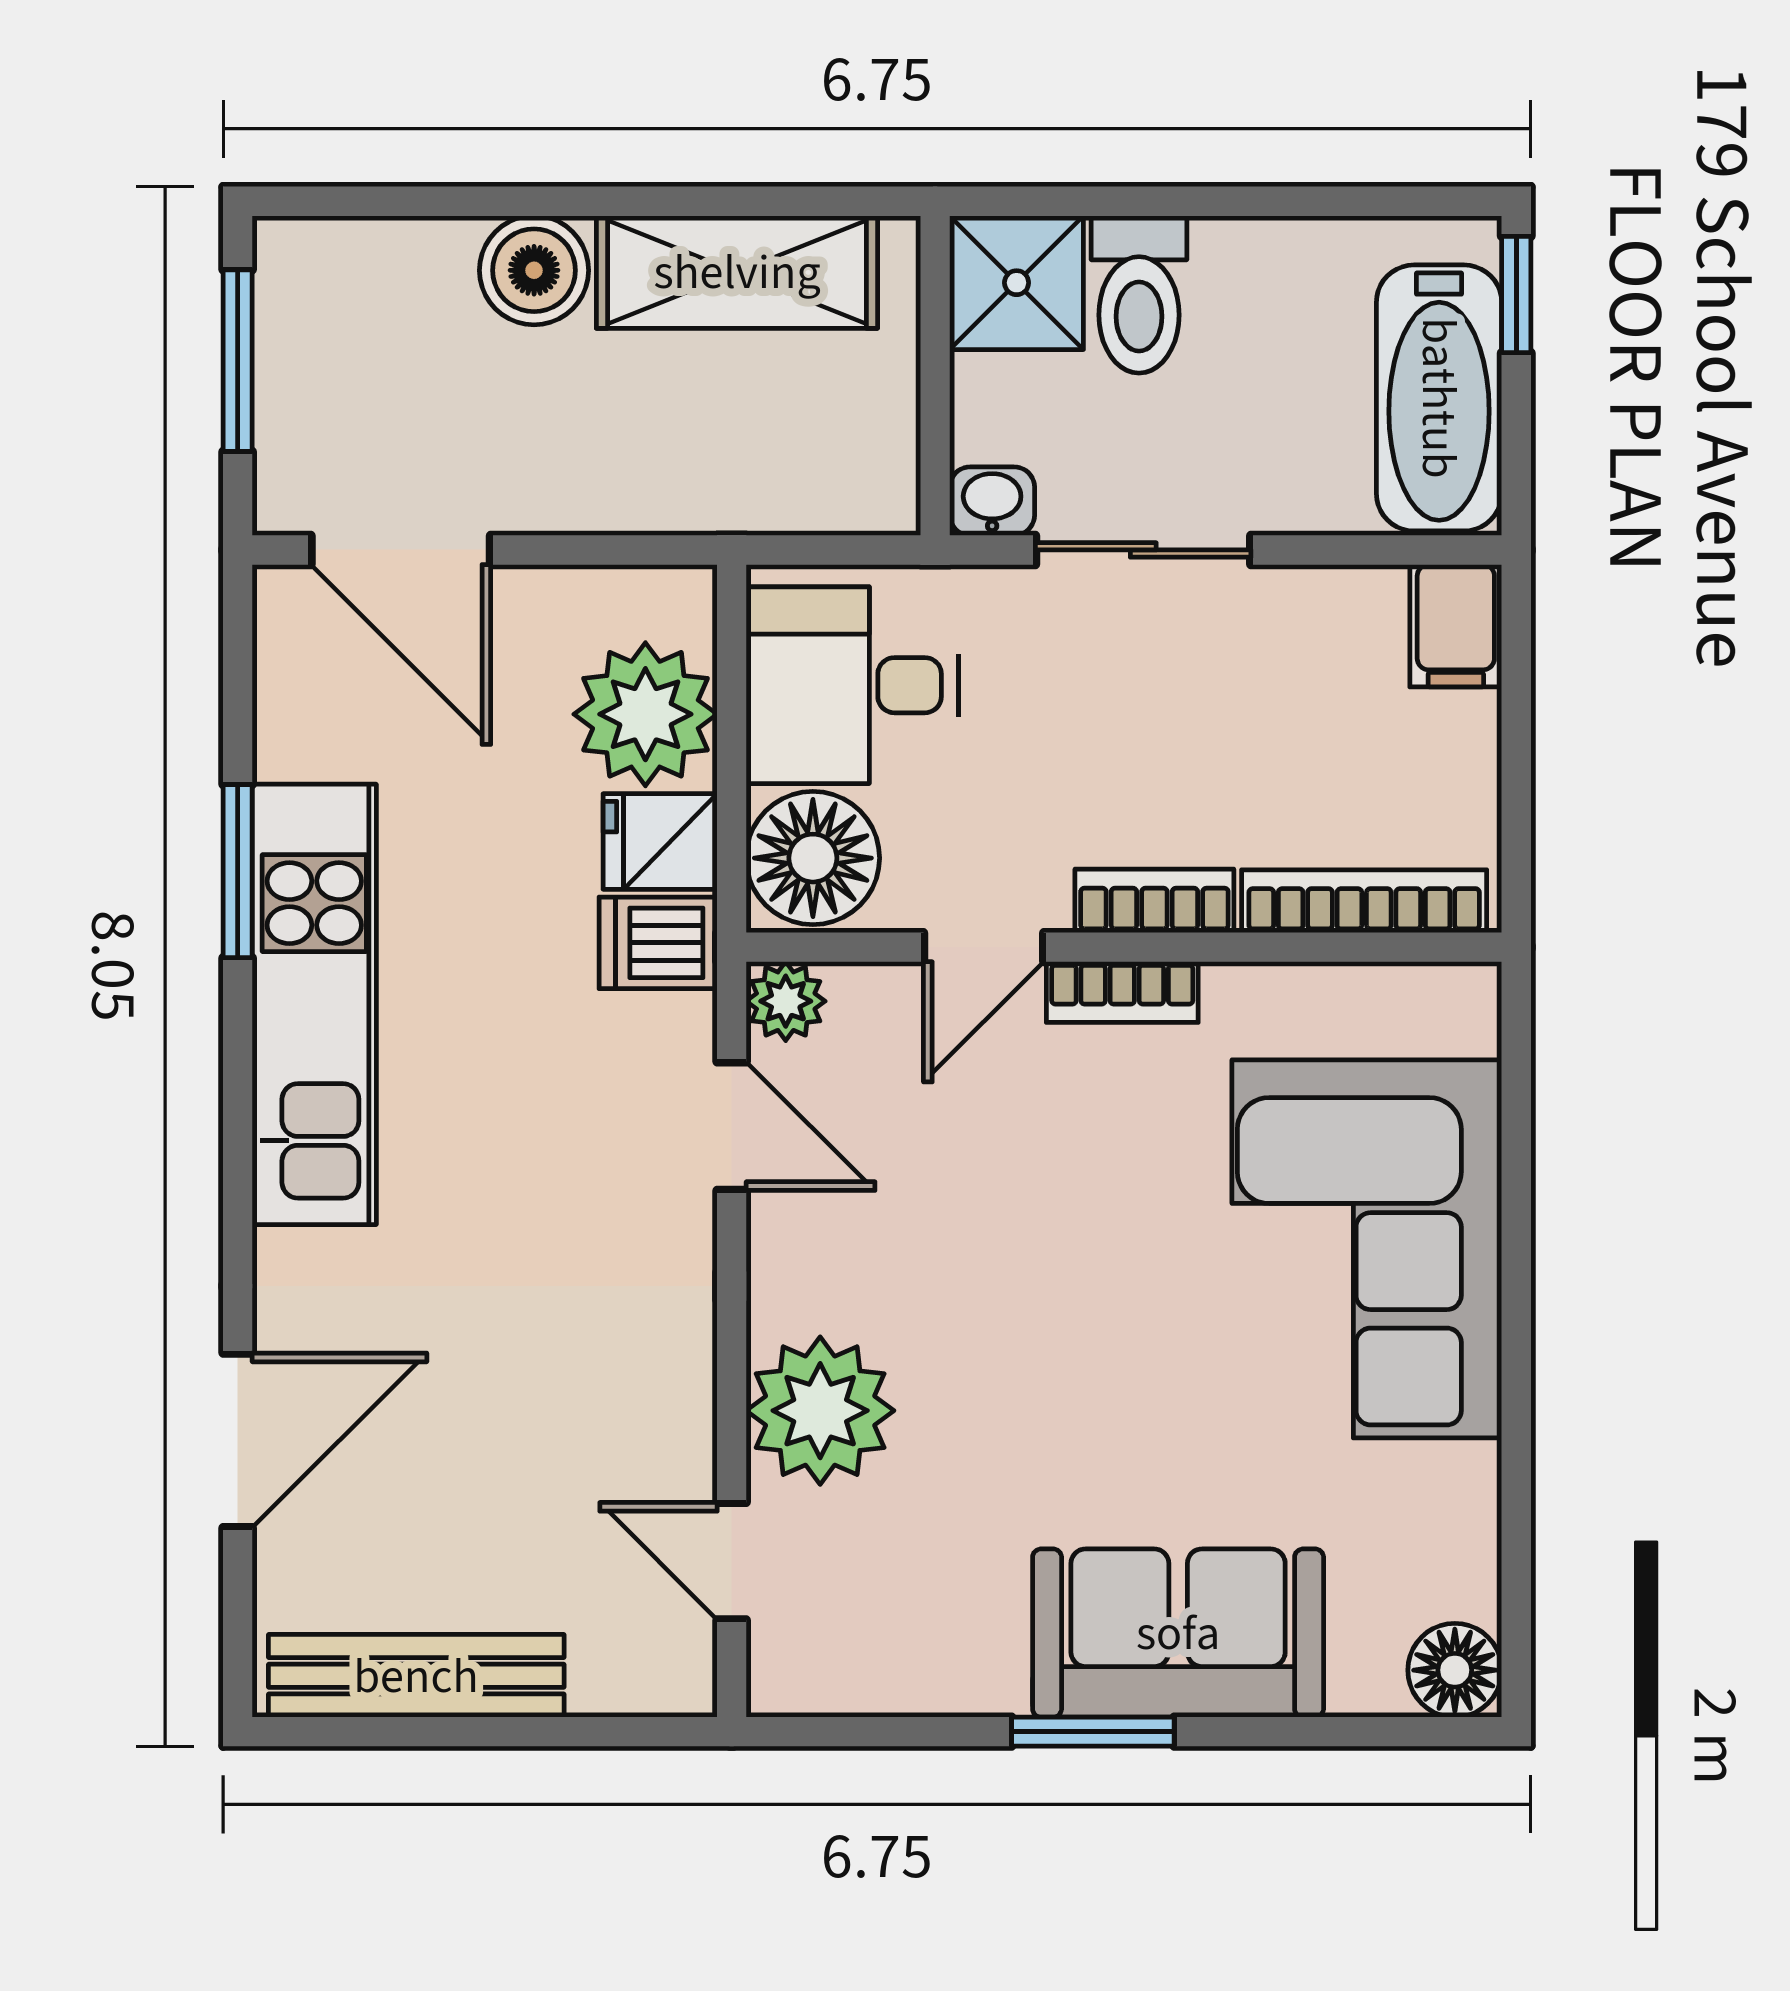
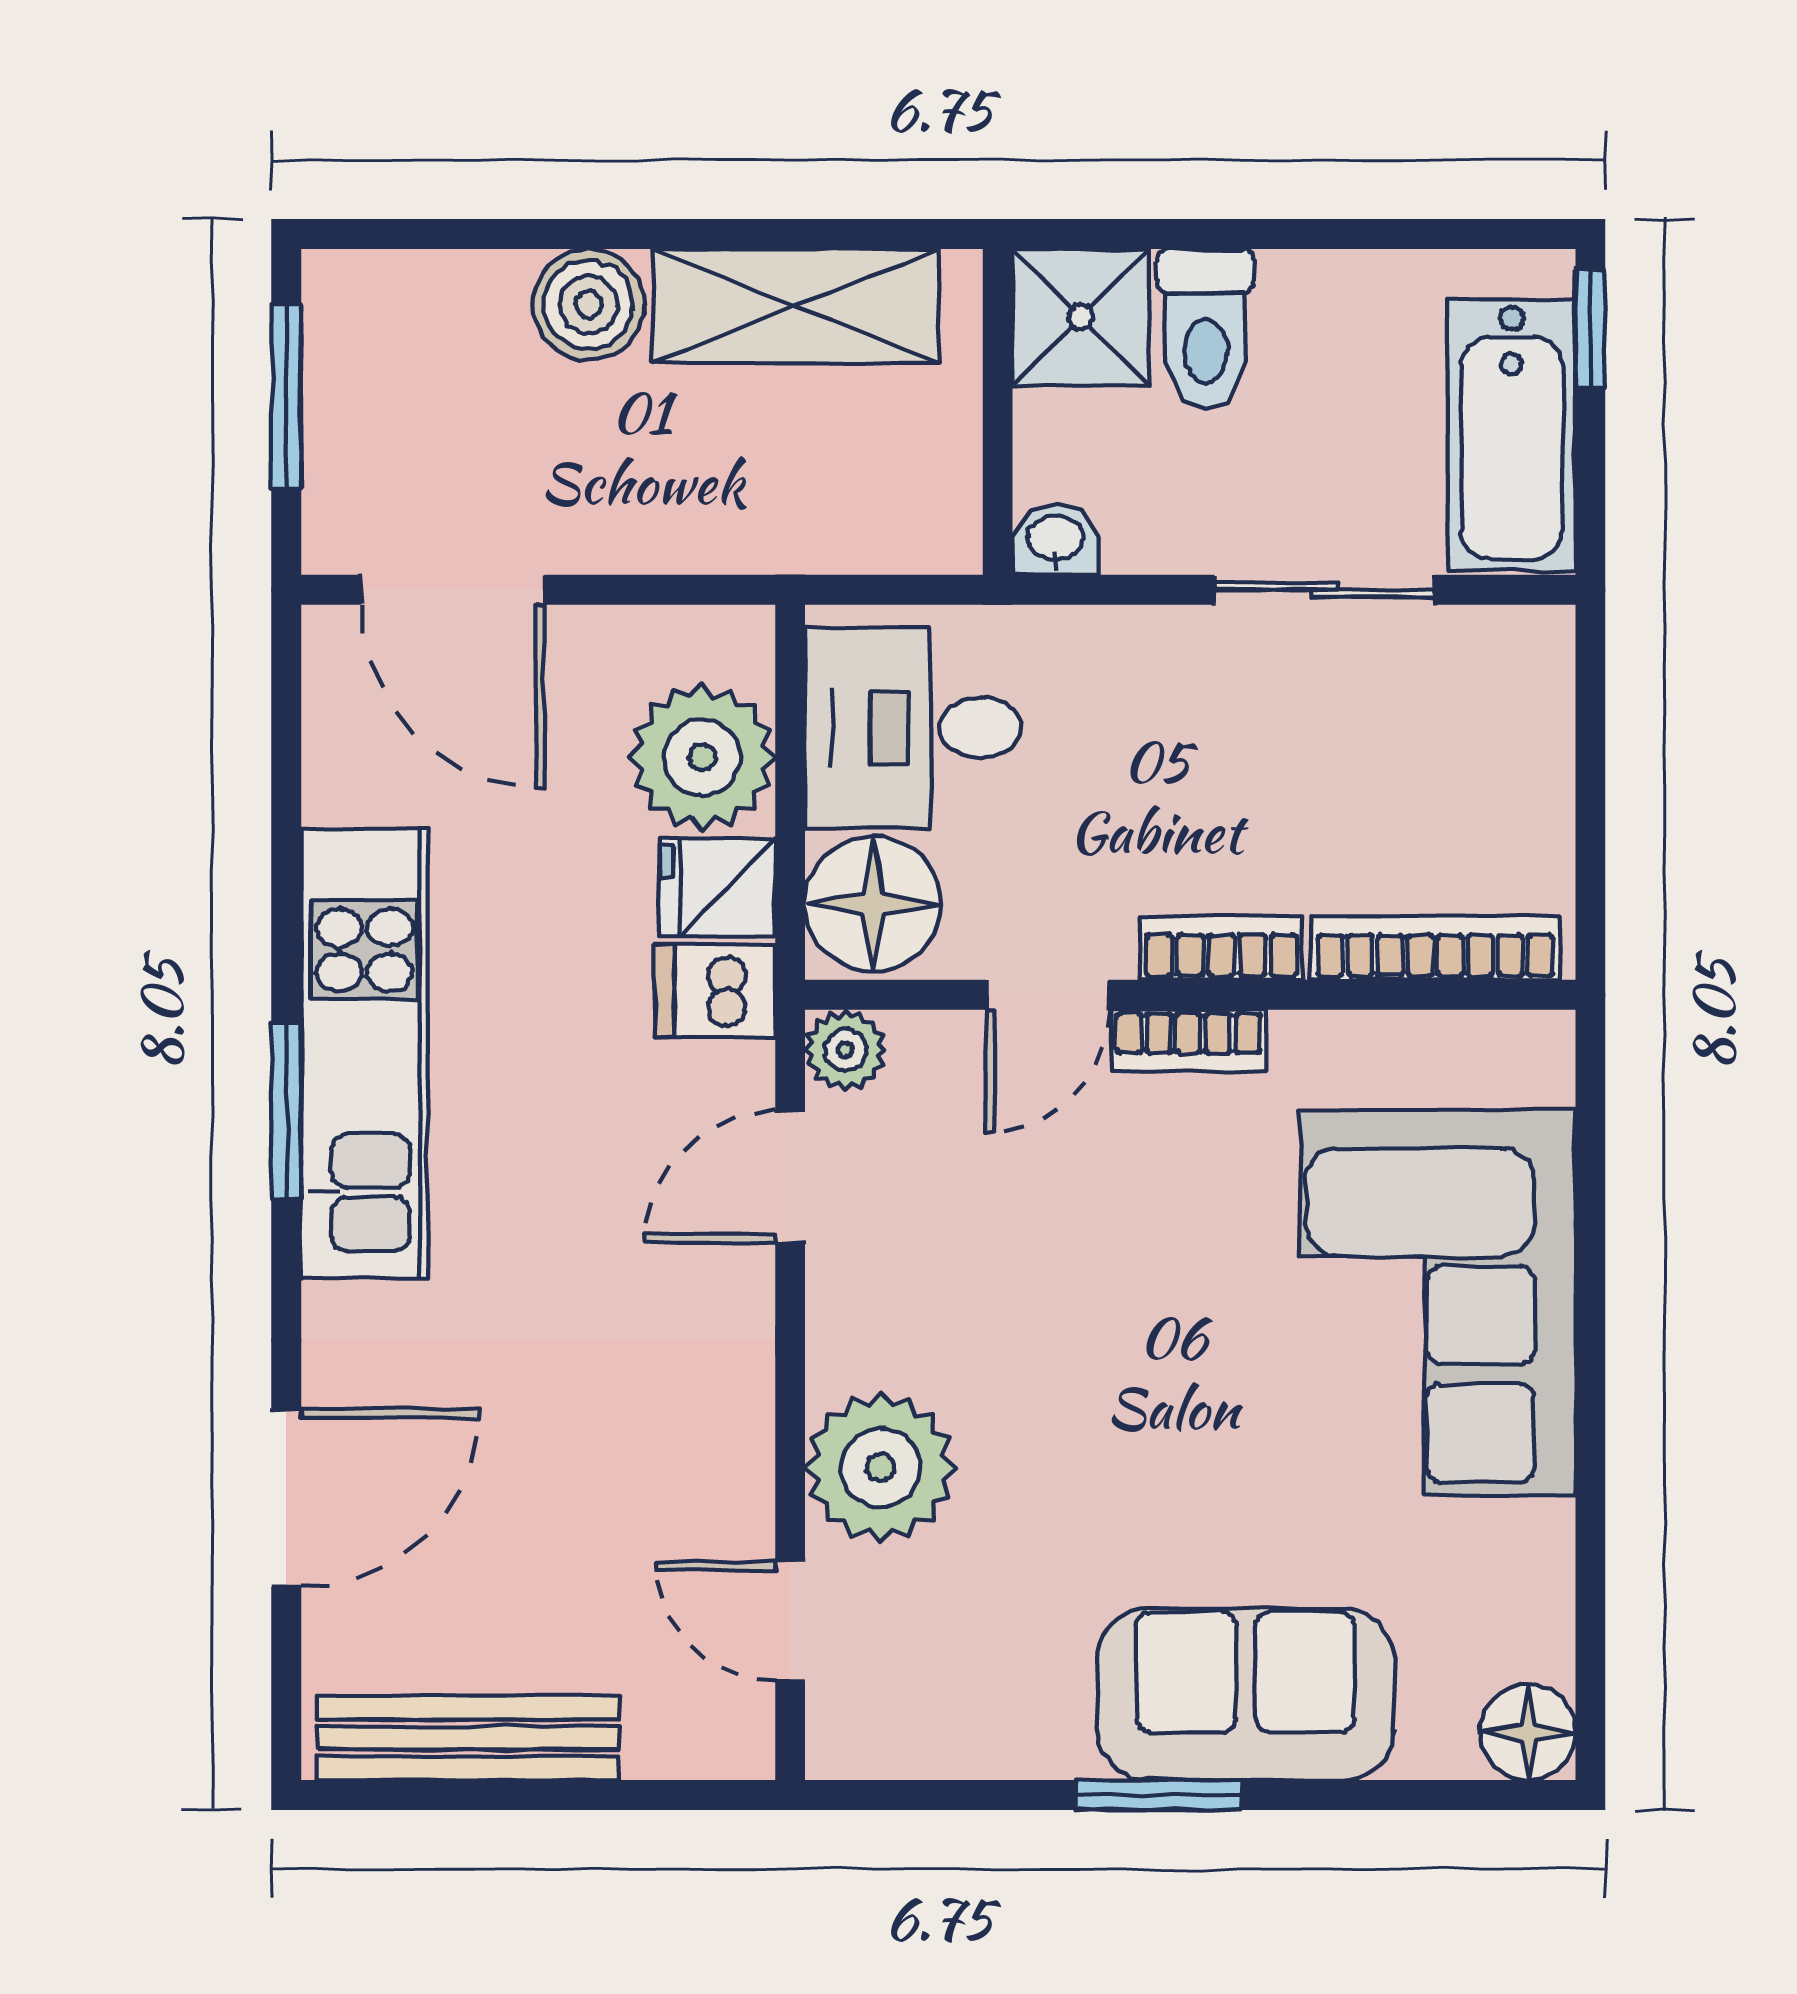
sliding door: (1143, 550) -> (1324, 590), moved
filing cabinet: (1456, 626) -> (1529, 667), removed
window: (238, 871) -> (286, 1111), moved
door: (732, 1126) -> (790, 1177), swing flipped

